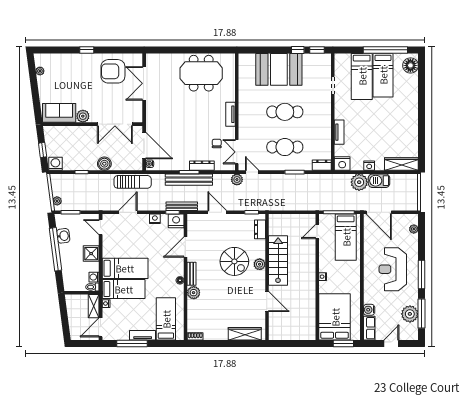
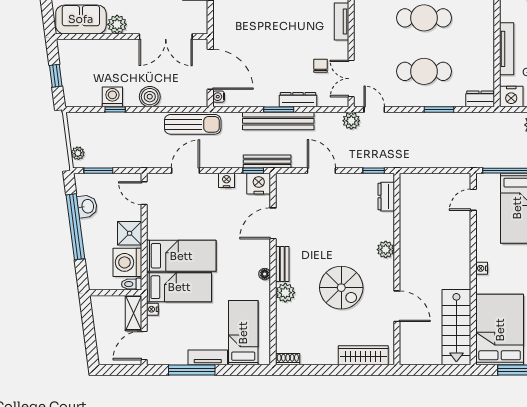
tv unit: (339, 132) -> (507, 49), width x1.41
washing machine: (55, 164) -> (112, 97), moved
stairs: (278, 260) -> (456, 327), moved, turned 180
spiral stairs: (234, 261) -> (341, 288), moved
washing machine: (94, 277) -> (127, 262), width x1.89, depth x1.89

